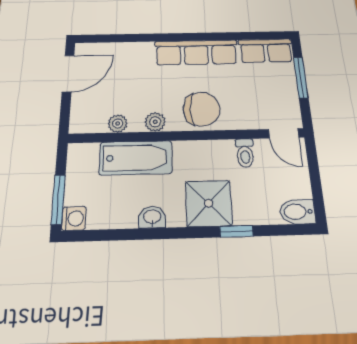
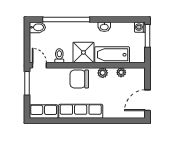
window: (301, 77) -> (27, 83), moved
shower: (209, 203) -> (83, 52), moved
window: (236, 231) -> (66, 19), width x3.17

